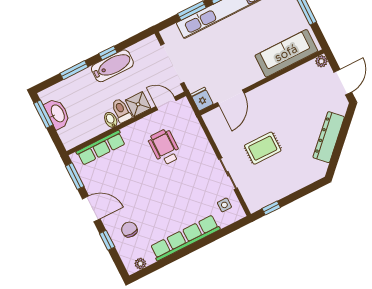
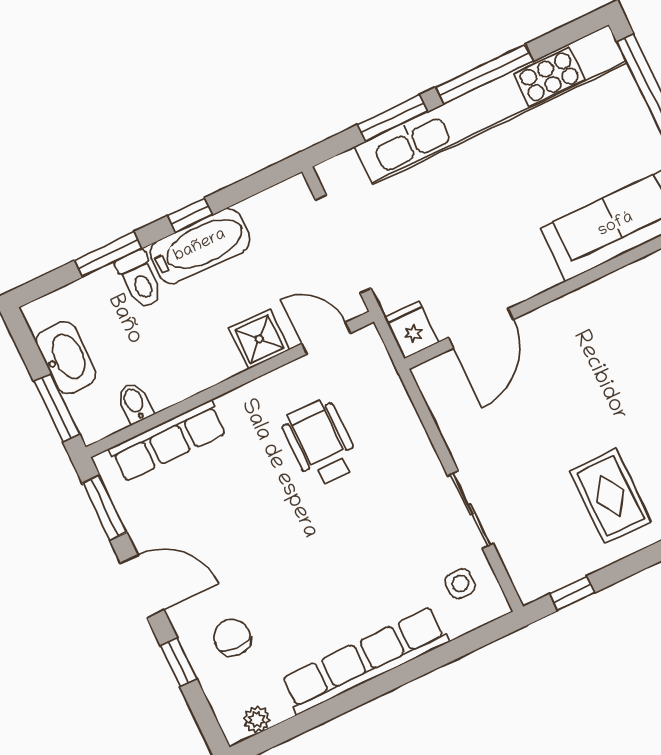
toilet: (121, 111) -> (140, 280), moved, turned 180
window: (43, 114) -> (57, 408), moved
bidet: (111, 120) -> (135, 403), moved
rug: (263, 148) -> (610, 496), moved, turned 90

